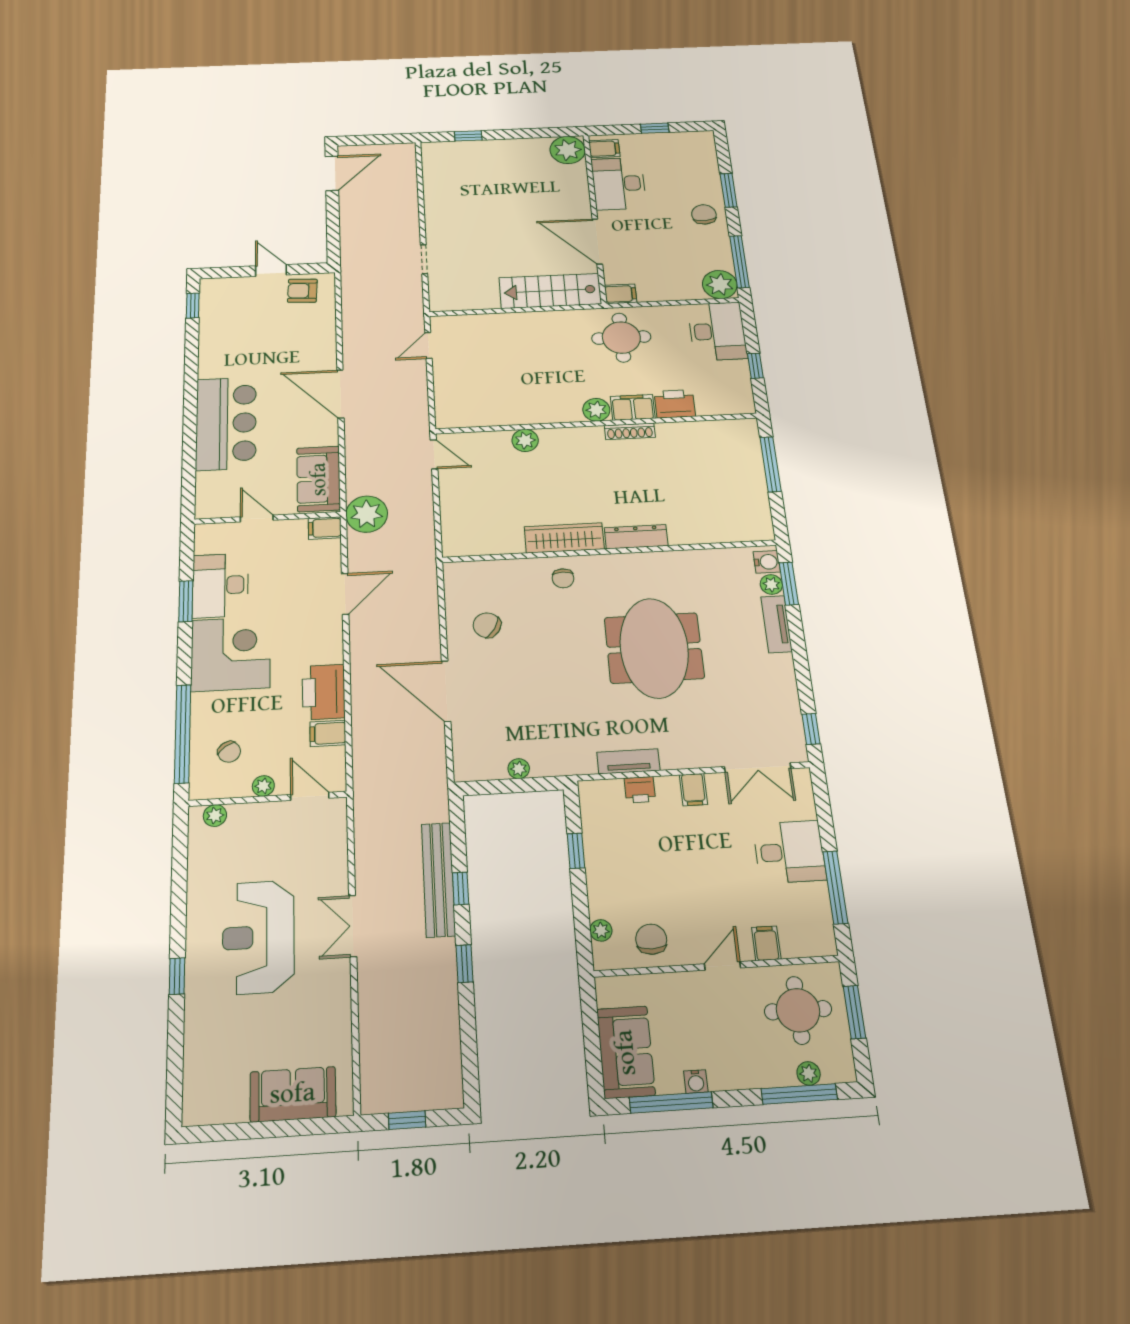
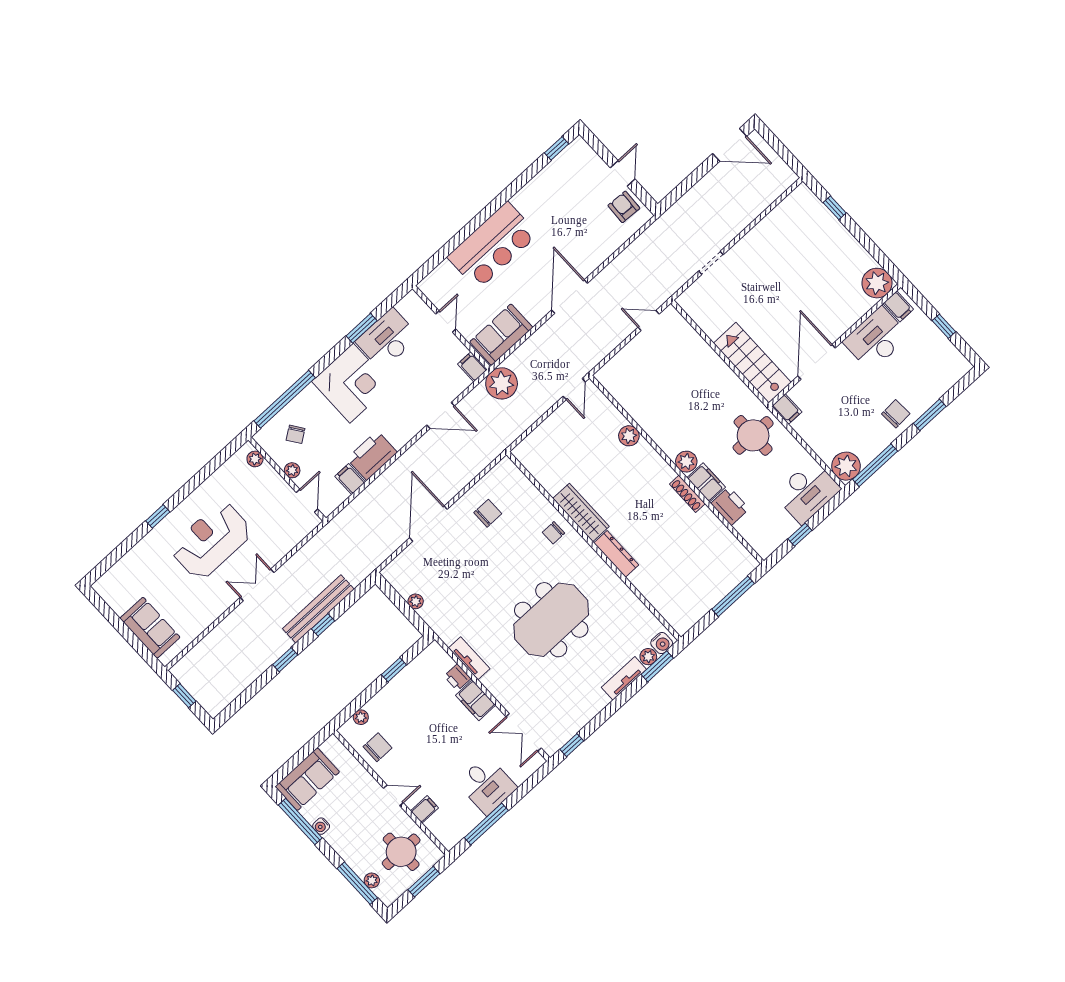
chair: (487, 625) -> (488, 513), turned 58
filing cabinet: (693, 790) -> (476, 700), width x2.00

